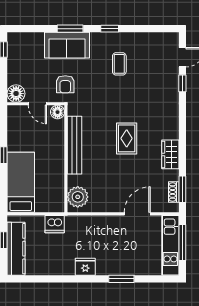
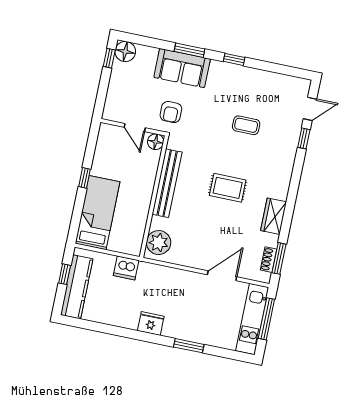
coffee table: (119, 64) -> (246, 125), moved, turned 90
floor lamp: (16, 94) -> (125, 52), moved
rug: (127, 138) -> (228, 188), turned 90

